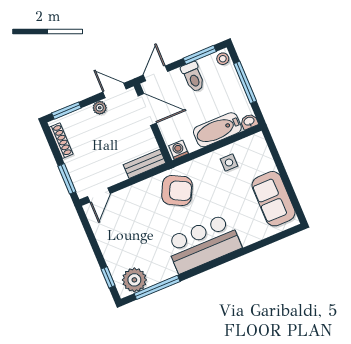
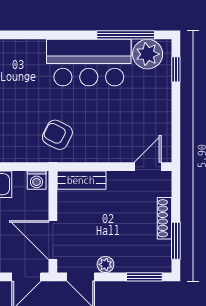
shoe rack: (61, 141) -> (165, 218), moved
window: (67, 179) -> (176, 241), moved
armchair: (177, 190) -> (57, 135), width x0.72, depth x0.72
bar counter: (203, 244) -> (89, 63), moved

